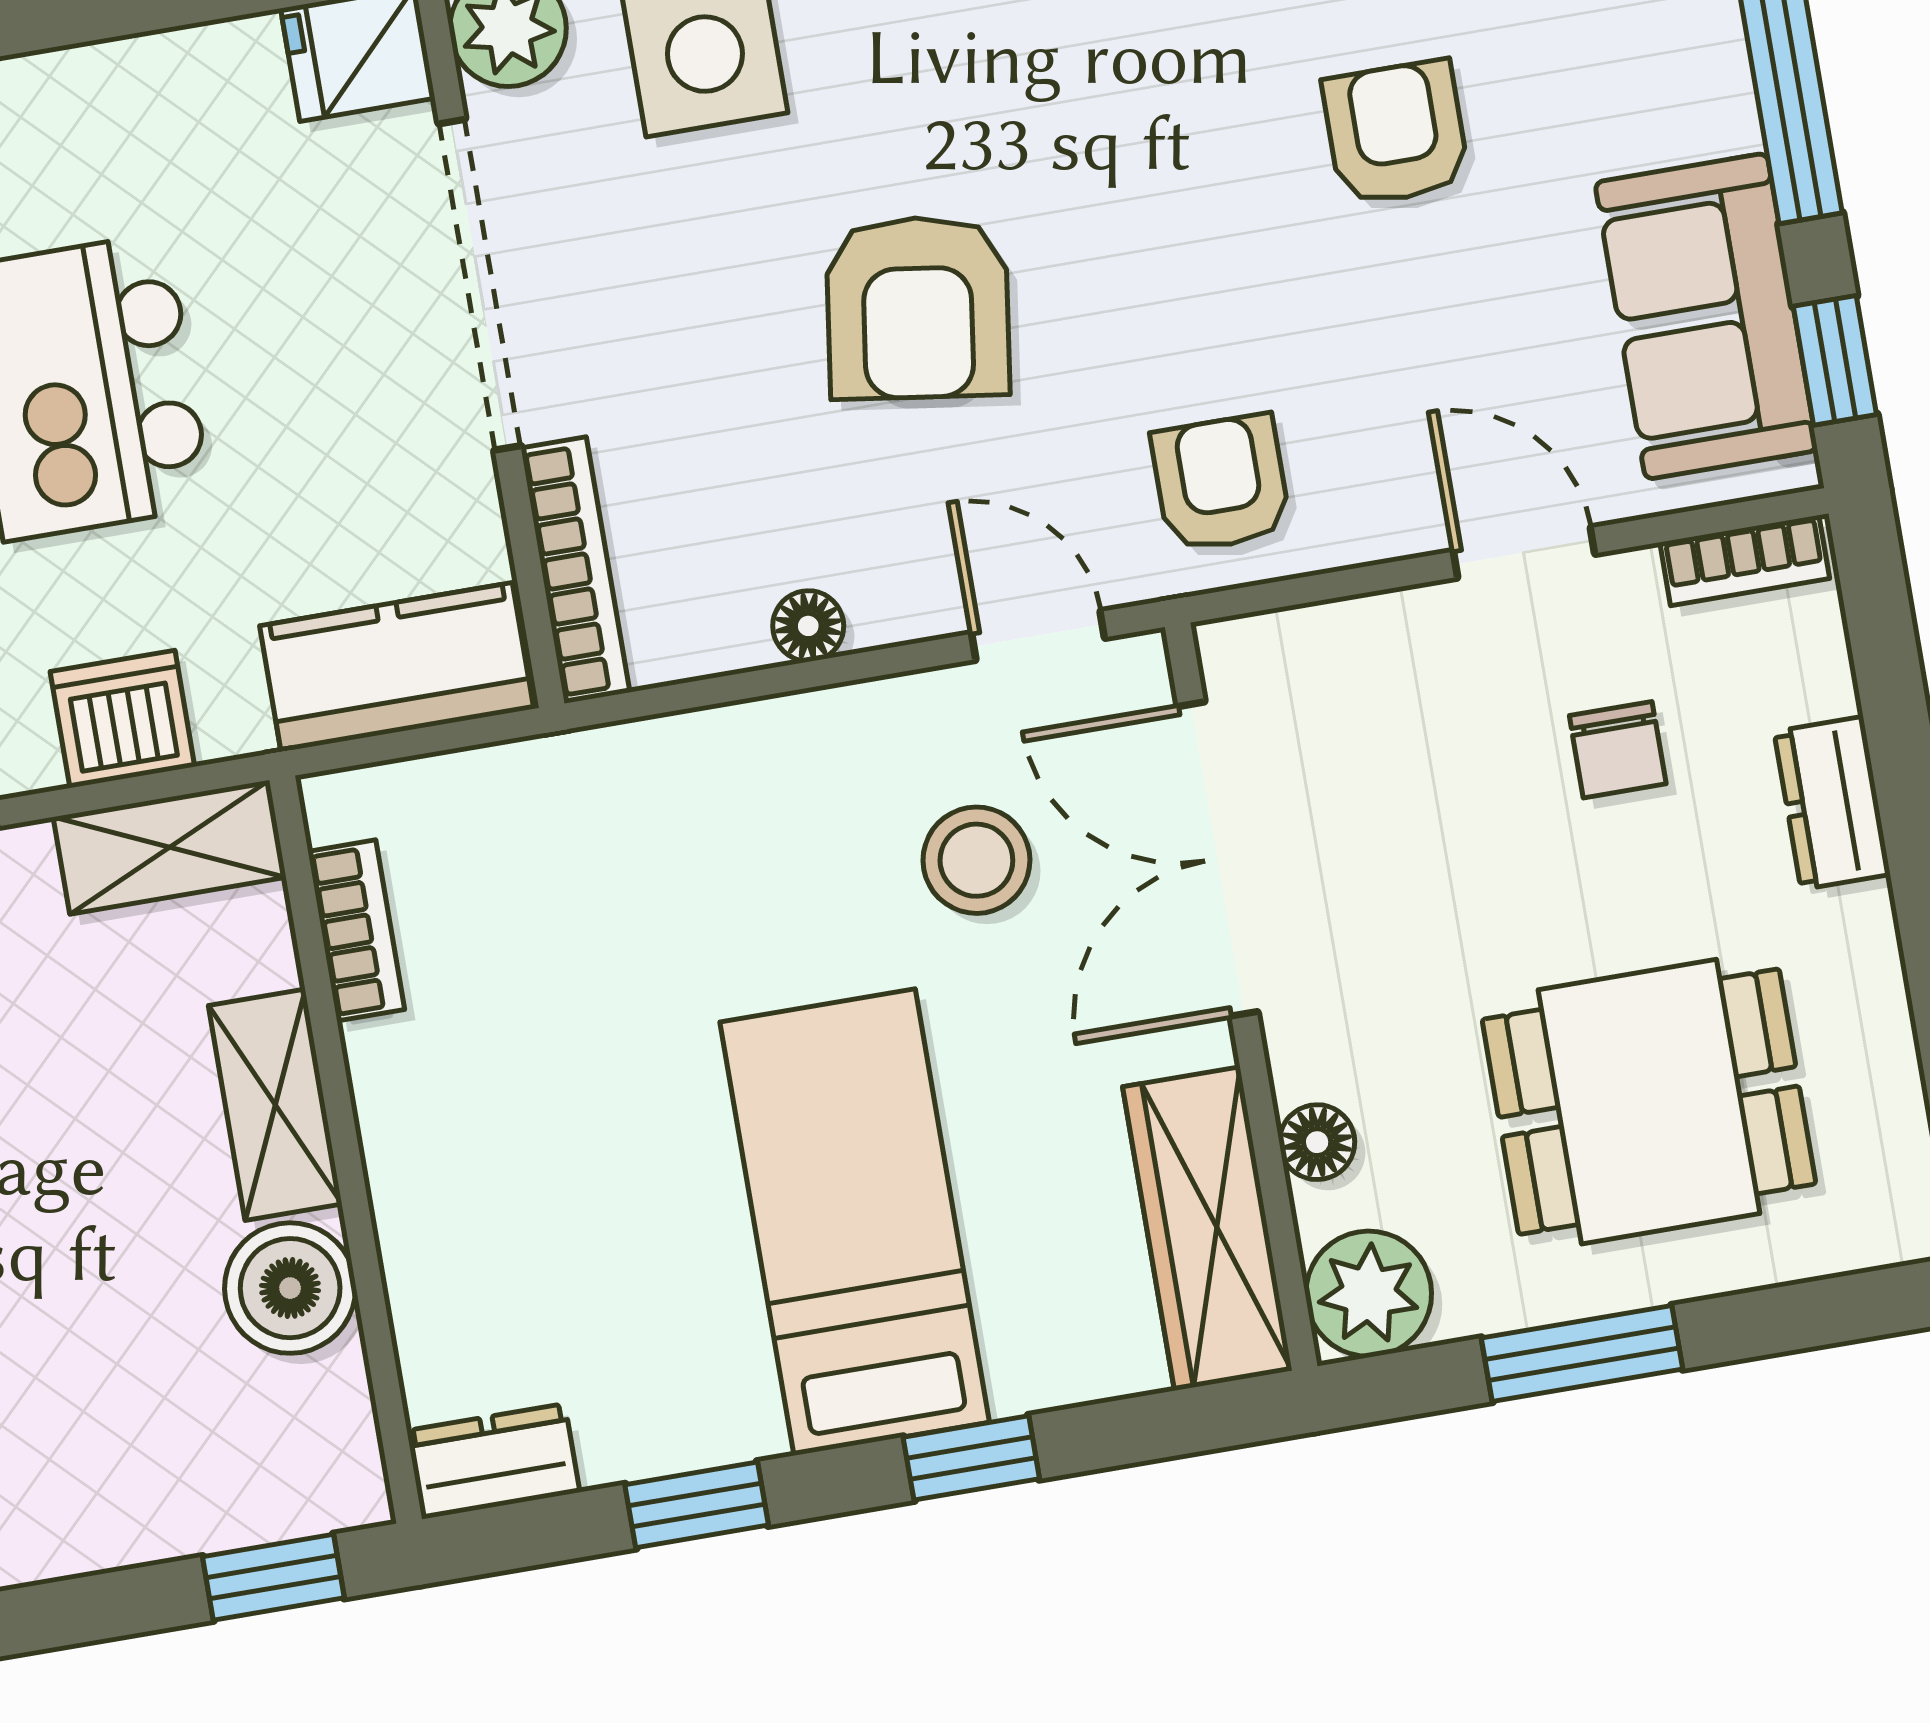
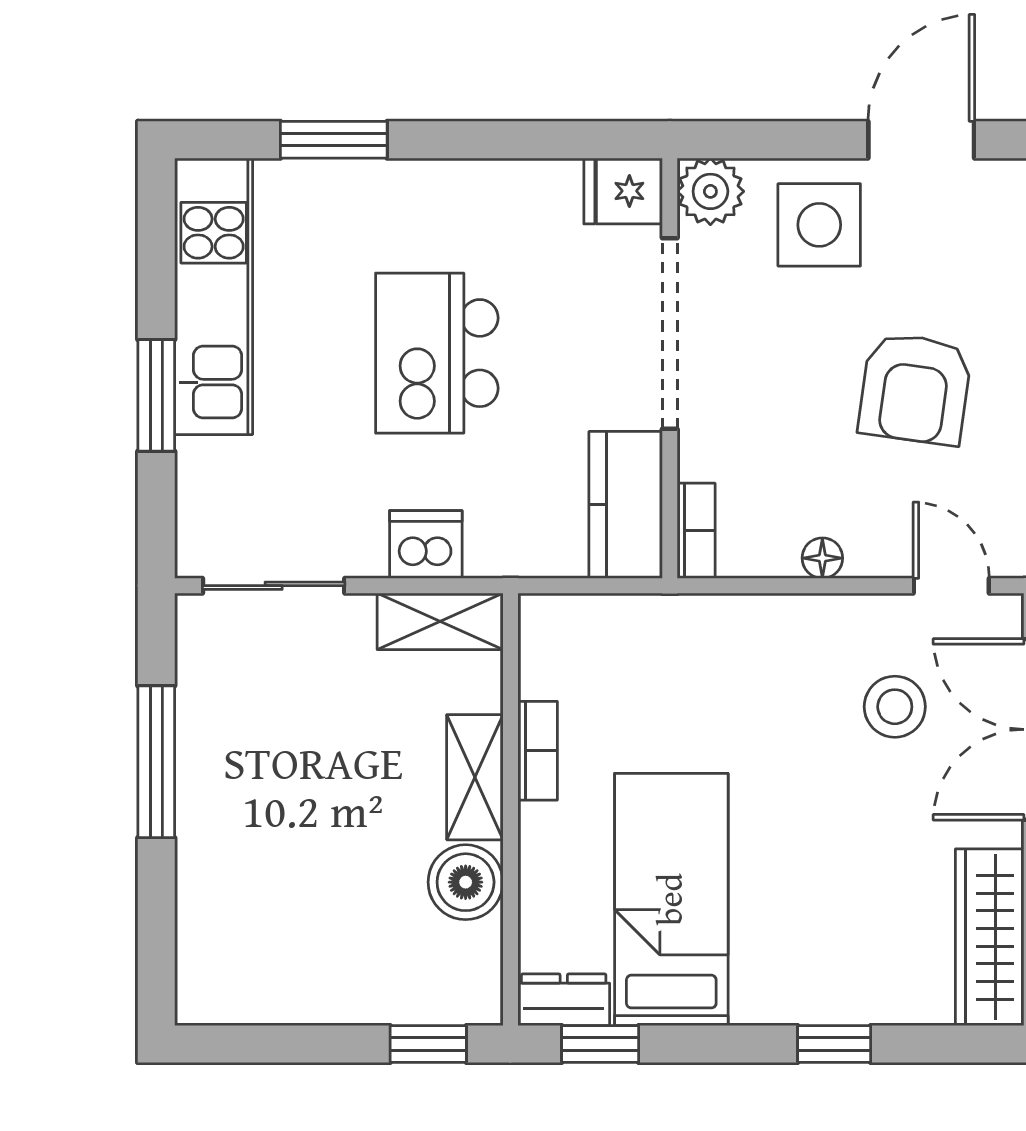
bookcase: (575, 570) -> (696, 531), width x0.64
kitchen counter: (397, 667) -> (626, 505), moved, turned -90
bookcase: (356, 930) -> (538, 751), moved
bed: (855, 1222) -> (671, 899), moved
window: (697, 1505) -> (600, 1044), moved

